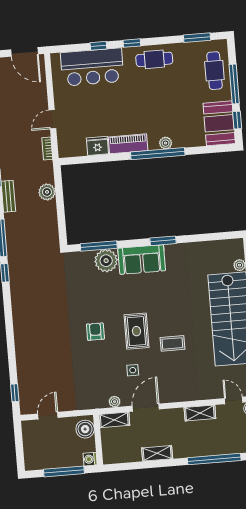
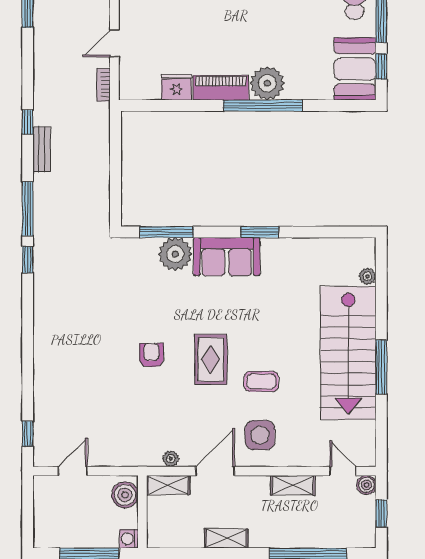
plant: (166, 143) -> (267, 83), width x1.88, depth x1.88
plant: (47, 192) -> (98, 148), removed
side table: (133, 370) -> (260, 435), moved, width x1.87, depth x1.87

